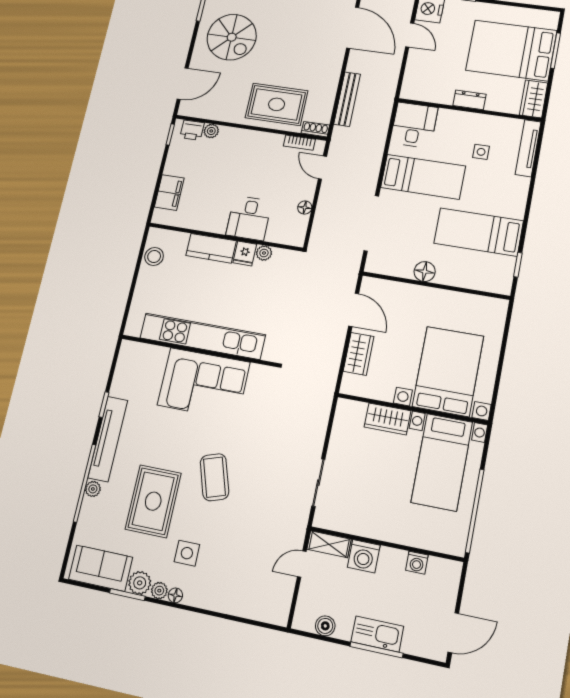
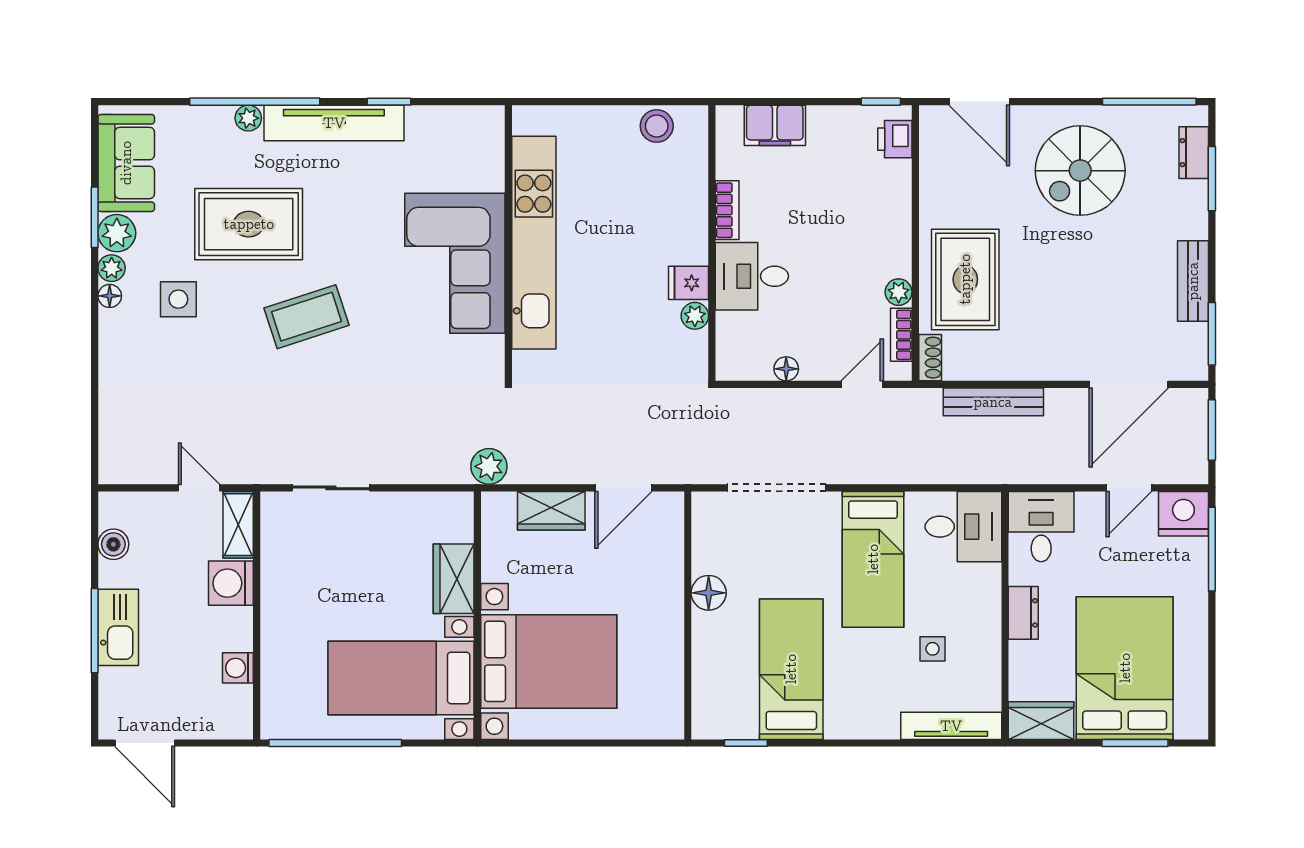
desk: (422, 84) -> (1041, 527), added
plant: (211, 131) -> (899, 292), moved
bookcase: (209, 226) -> (727, 210), added
kitchen counter: (211, 248) -> (688, 222), removed
plant: (325, 386) -> (489, 466), added

